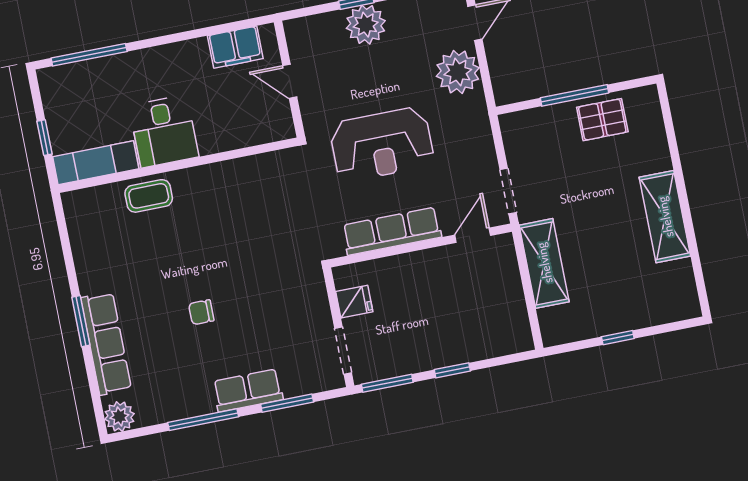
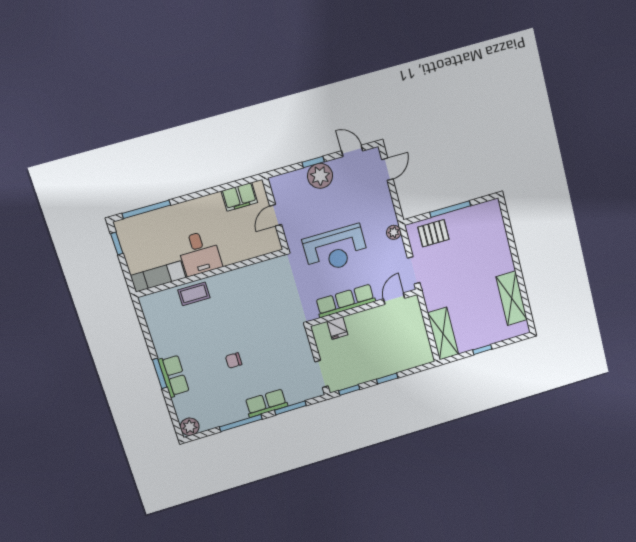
plant: (458, 72) -> (394, 232), moved, width x0.53, depth x0.53
door: (290, 81) -> (276, 215), hinge flipped
pallet: (602, 120) -> (433, 233), moved
window: (45, 138) -> (117, 244), moved
shelving: (665, 217) -> (512, 298), moved
shelving: (544, 263) -> (443, 334), moved
fridge: (354, 302) -> (337, 328), moved, turned 90
row of seats: (106, 344) -> (174, 376), width x0.68
window: (387, 383) -> (349, 390), width x0.67

